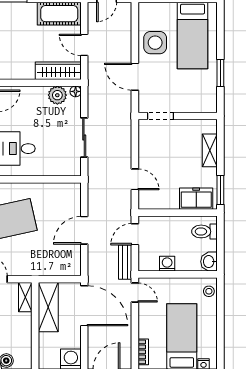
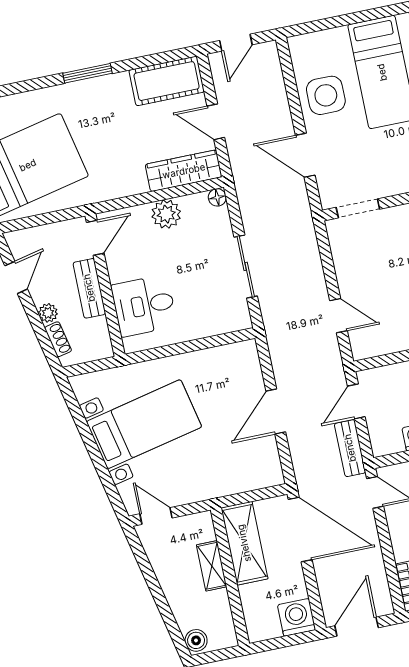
plant: (57, 95) -> (166, 214), moved
shelving: (25, 297) -> (212, 566), moved

